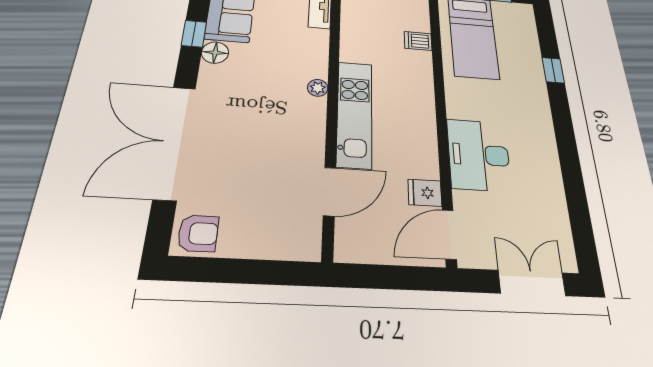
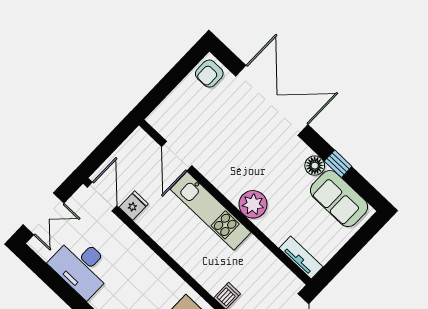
plant: (318, 88) -> (253, 204), width x1.88, depth x1.88
desk: (479, 155) -> (82, 267), moved, turned 180

